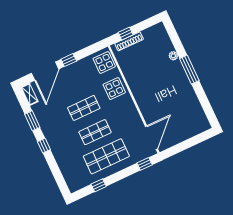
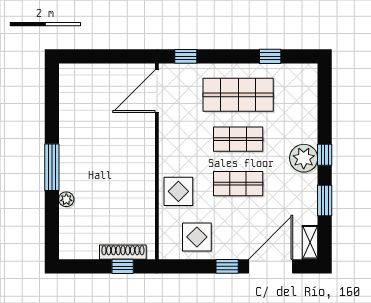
display table: (104, 62) -> (197, 237), moved
plant: (54, 138) -> (304, 158), added

